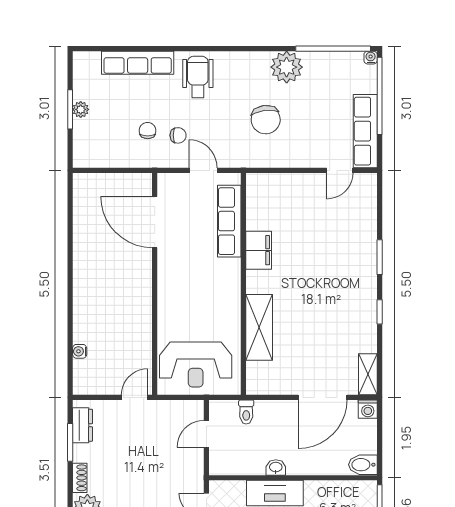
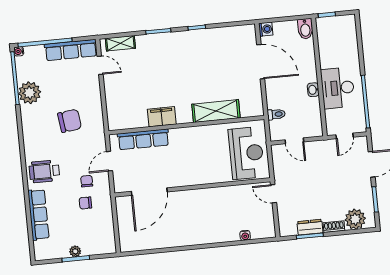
plant: (287, 67) -> (30, 93), moved
shelving: (368, 374) -> (120, 43), moved
dresser: (82, 425) -> (310, 227), moved

